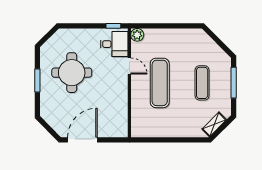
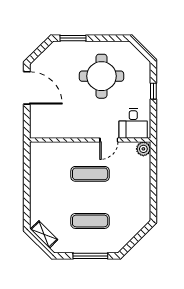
window: (113, 26) -> (153, 91), moved
window: (37, 81) -> (73, 38), moved
exercise mat: (160, 83) -> (90, 174), width x0.73, depth x0.69

